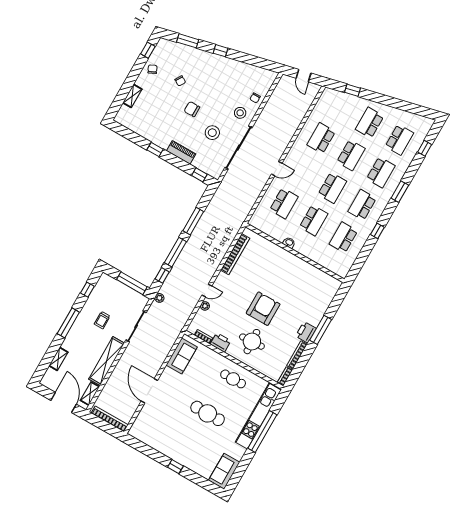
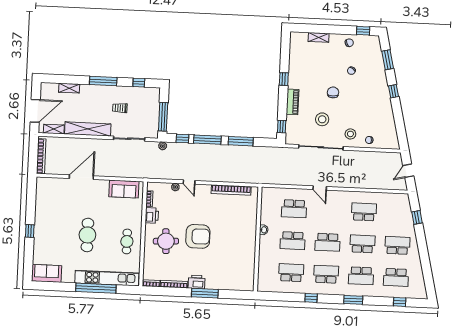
school desk: (351, 155) -> (362, 244), turned 180

